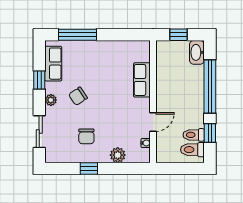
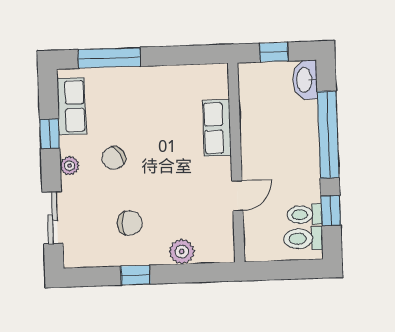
chair: (86, 136) -> (130, 223), turned -90
water cooler: (146, 143) -> (227, 230), removed

